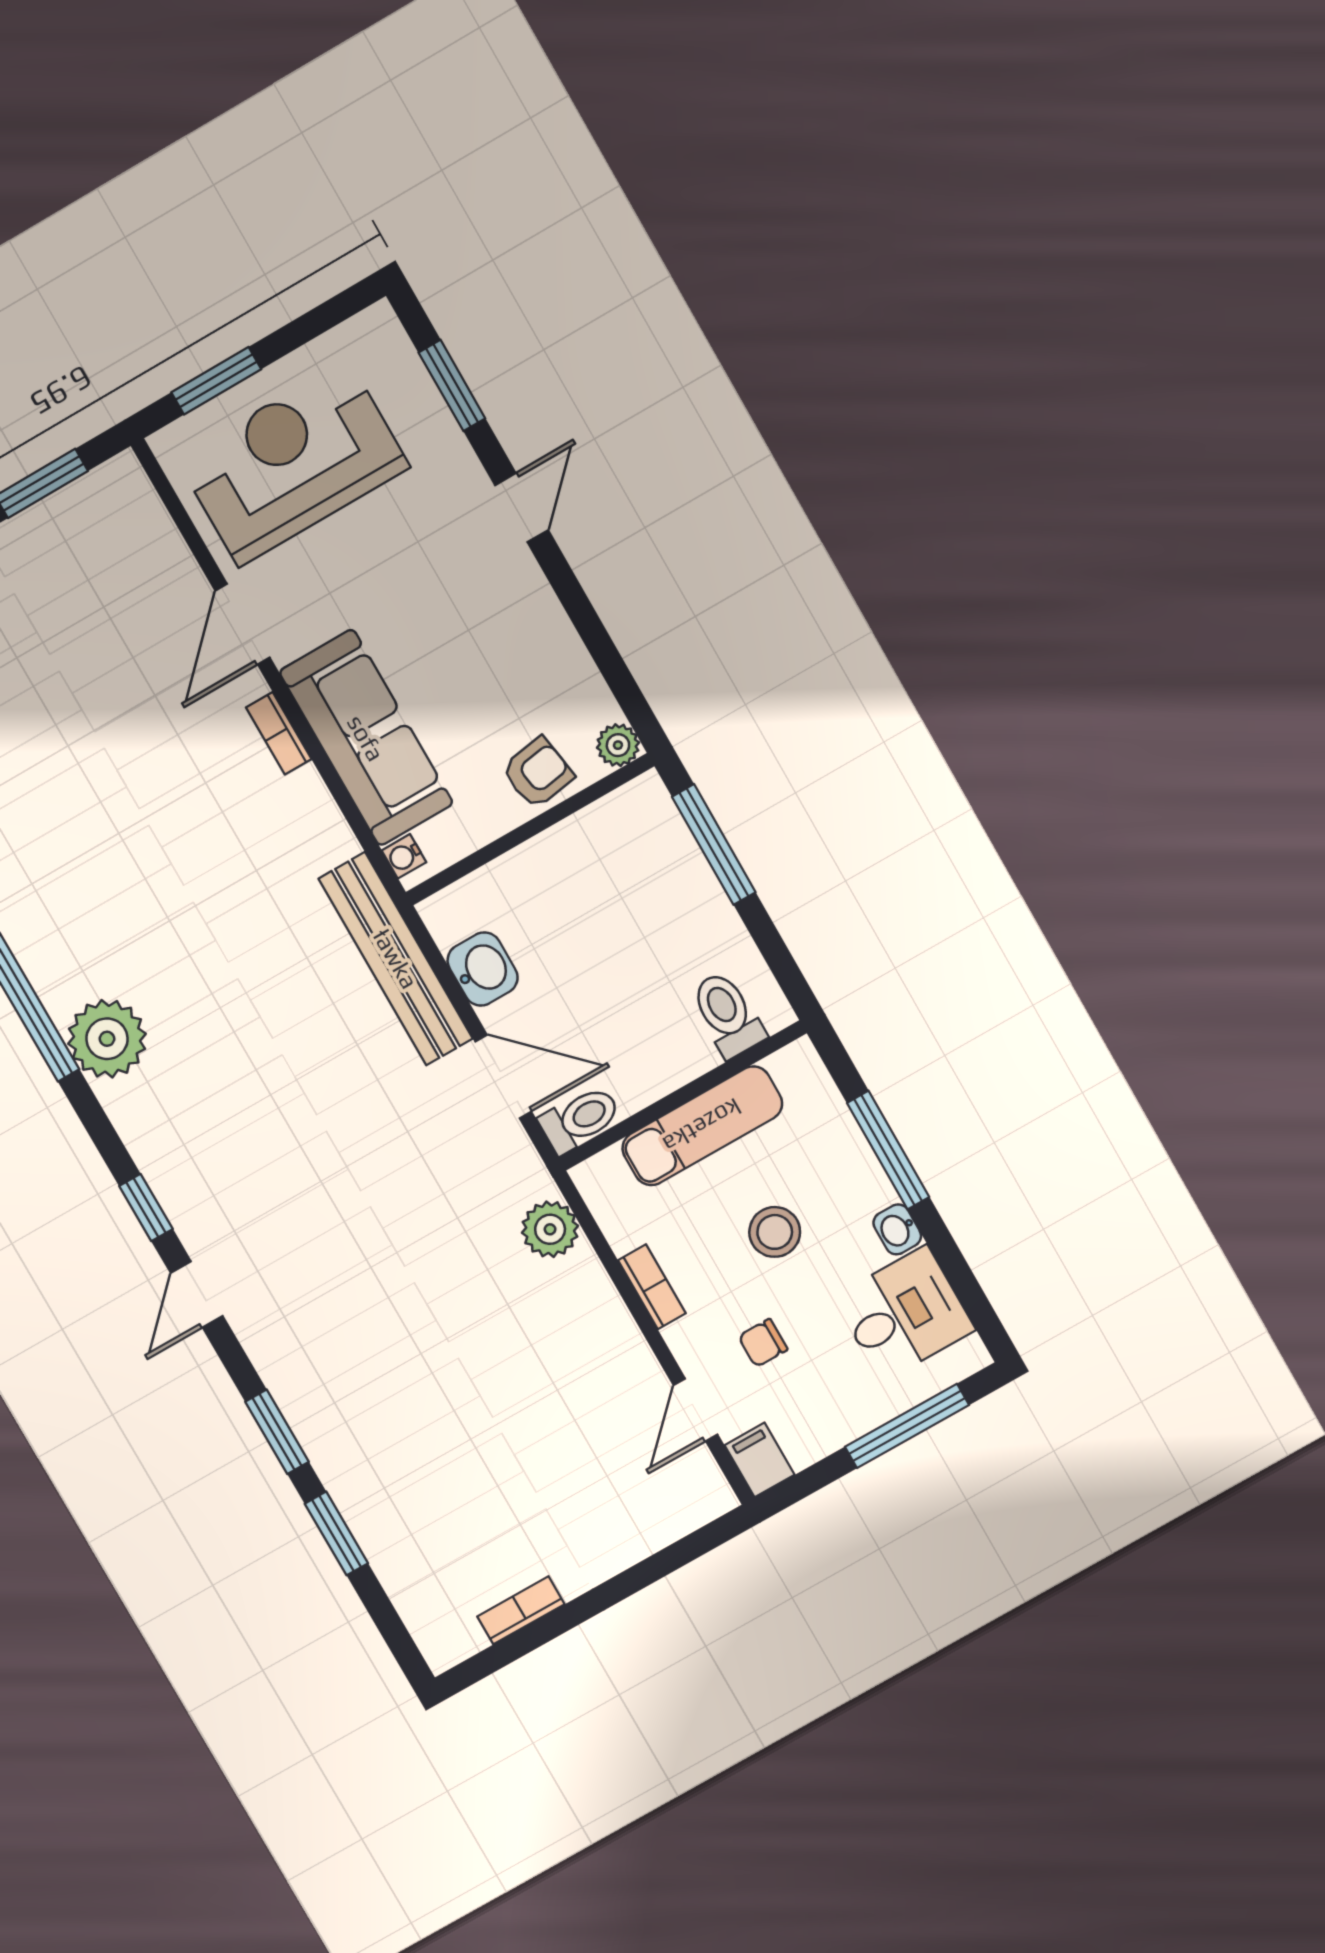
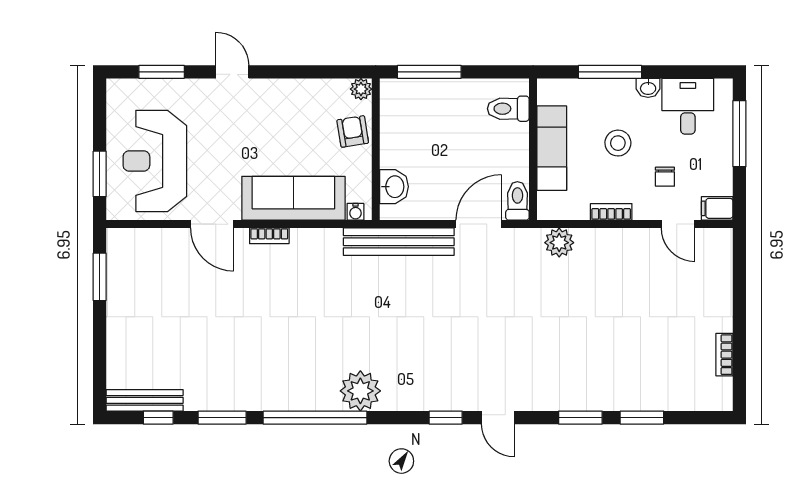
washbasin: (483, 969) -> (394, 187), moved, turned 90

